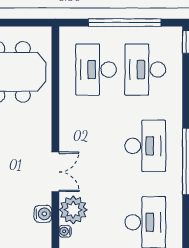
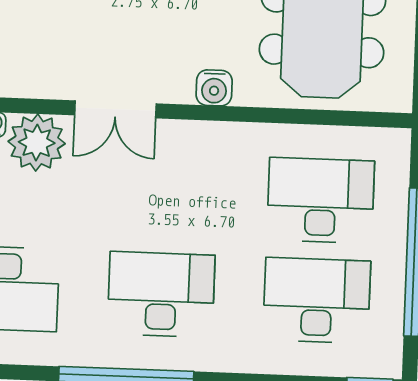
desk: (145, 146) -> (161, 294), turned 180
water cooler: (43, 214) -> (214, 88), moved

